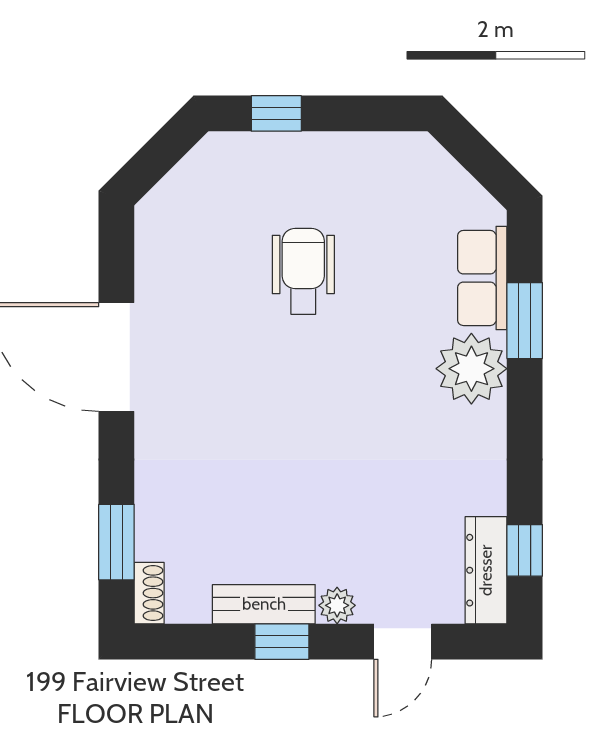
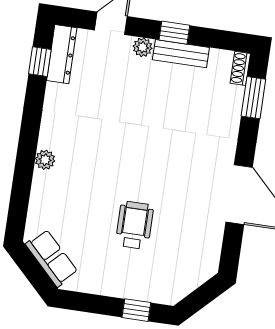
wheelchair: (303, 271) -> (134, 225), turned 180
row of seats: (482, 278) -> (52, 258), moved, turned -45
window: (525, 321) -> (22, 182), removed
plant: (471, 369) -> (45, 160), width x0.53, depth x0.53

